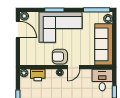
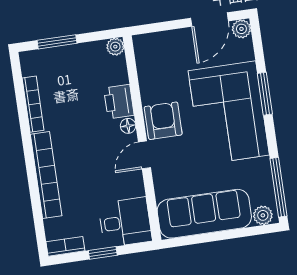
door: (74, 67) -> (144, 155), hinge flipped
printer: (38, 75) -> (119, 102), moved

